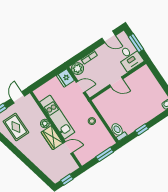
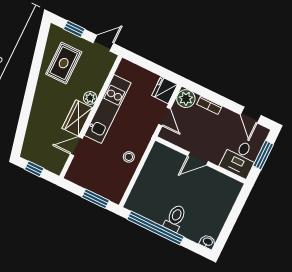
door: (116, 82) -> (198, 159), hinge flipped
window: (142, 130) -> (155, 228), width x3.17
toilet: (118, 131) -> (175, 218), moved
door: (68, 148) -> (76, 146), swing flipped

